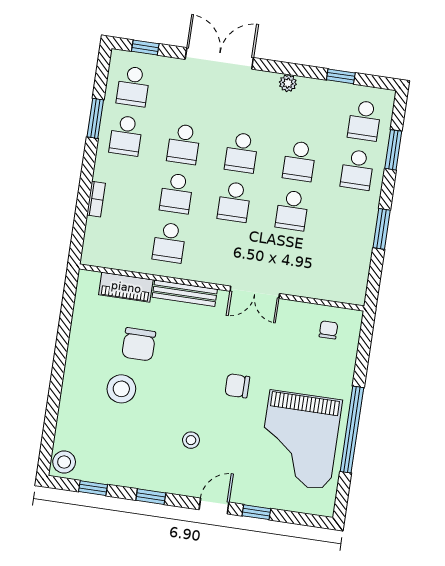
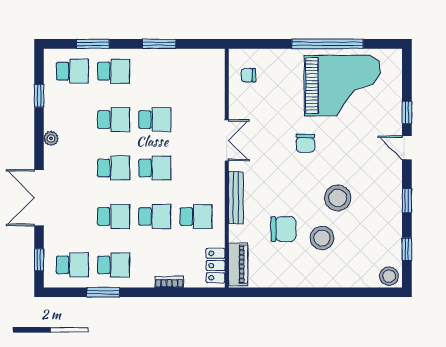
locker: (107, 257) -> (216, 266), added
piano: (126, 287) -> (238, 264), moved
stool: (191, 440) -> (338, 198), moved, width x1.89, depth x1.89

